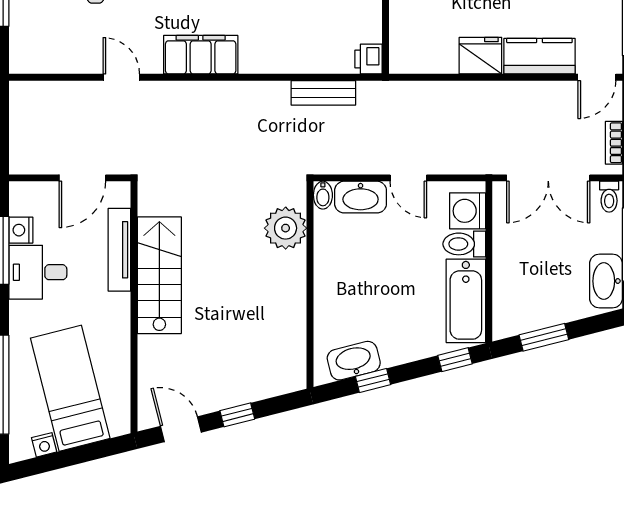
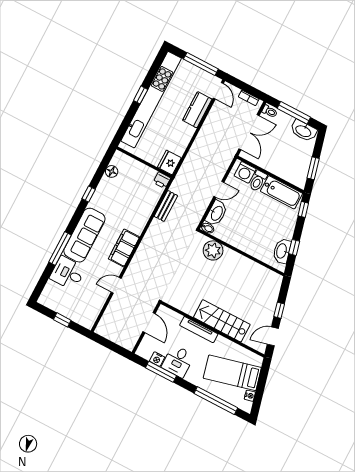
fridge: (480, 56) -> (169, 163), moved
tv unit: (119, 250) -> (199, 330), moved
stairs: (159, 275) -> (222, 321), moved

